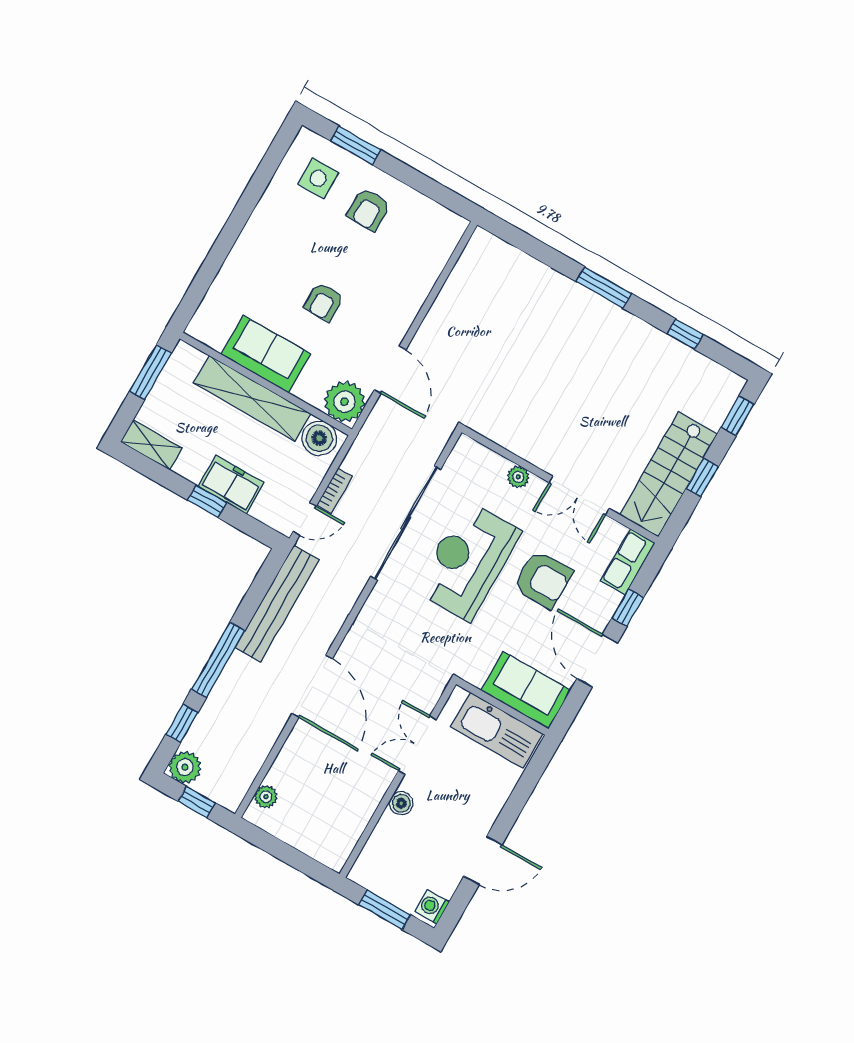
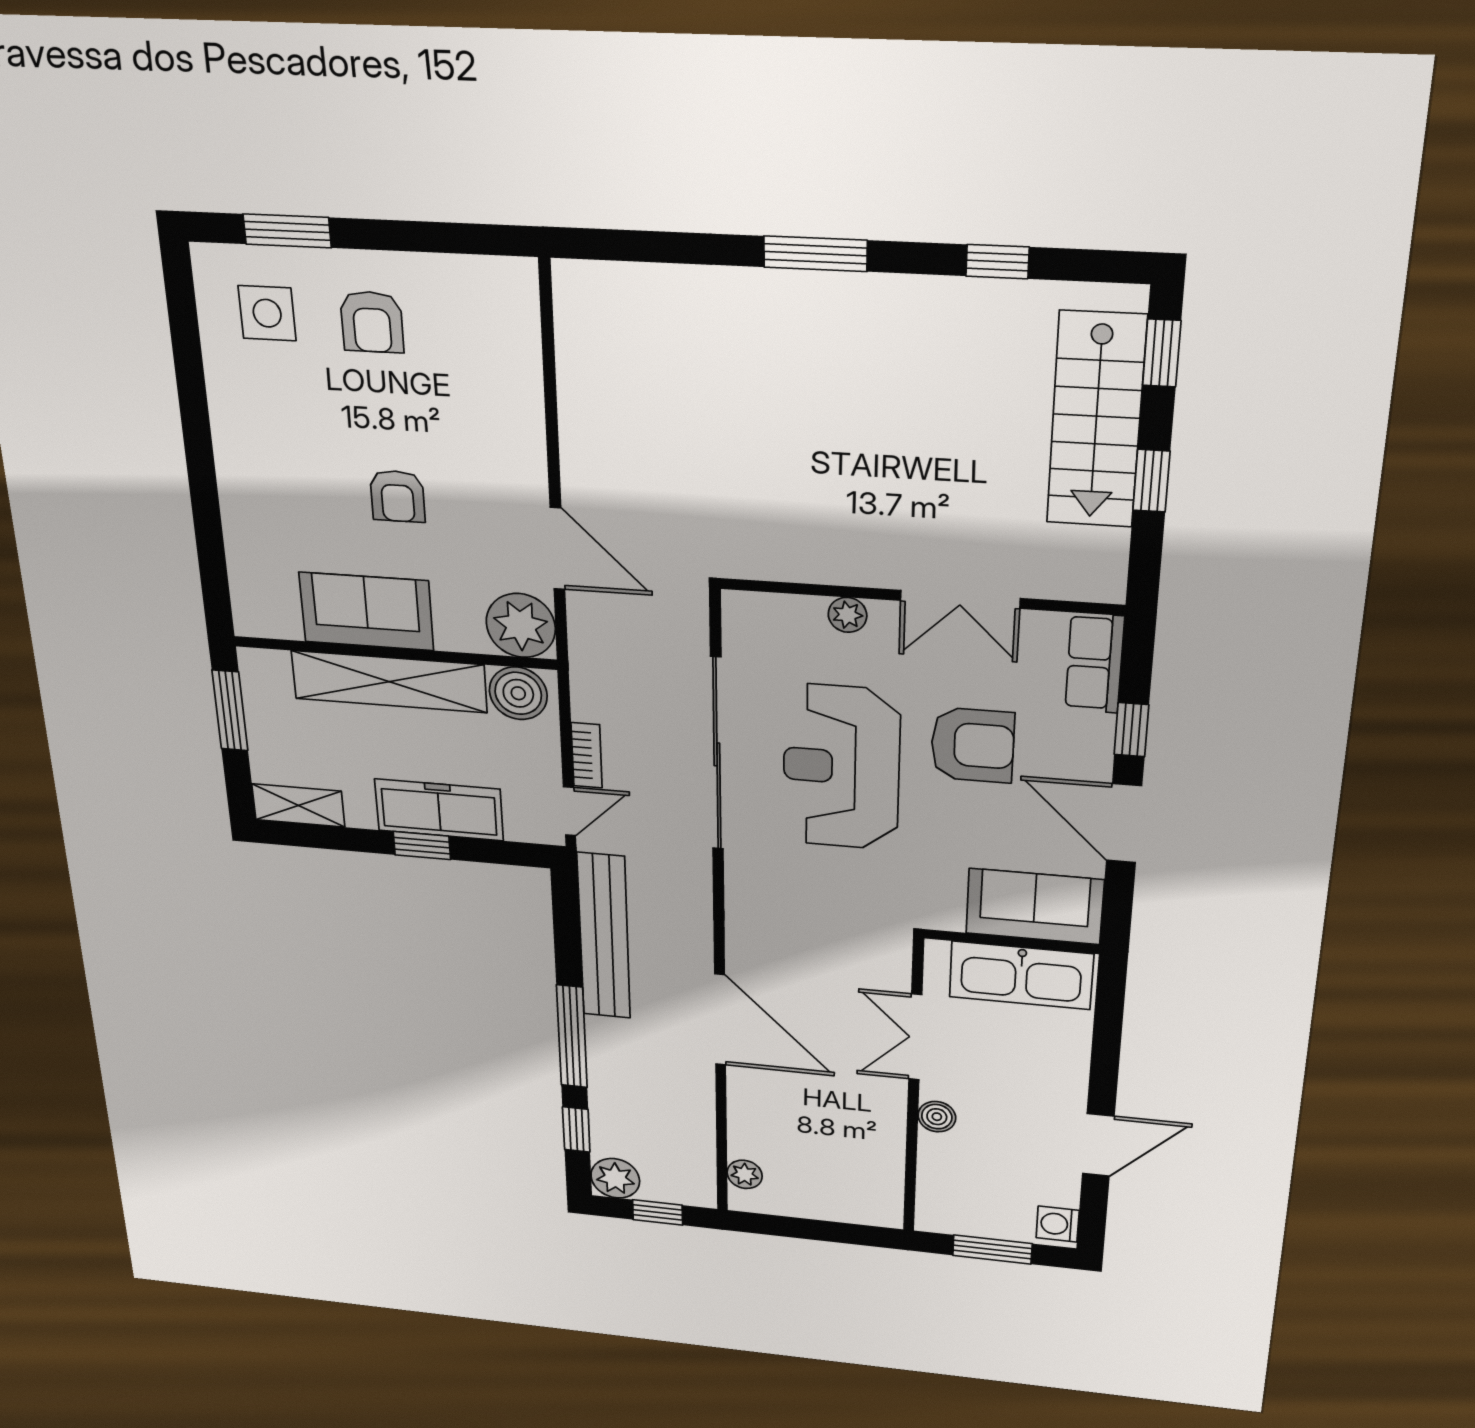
stairs: (669, 474) -> (1096, 420), moved
freezer: (231, 485) -> (439, 810), width x1.40

